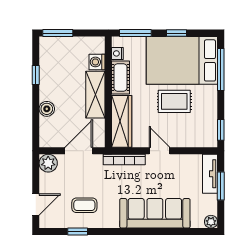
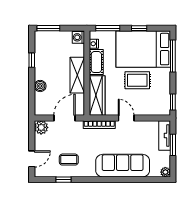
washing machine: (97, 62) -> (78, 37), moved

